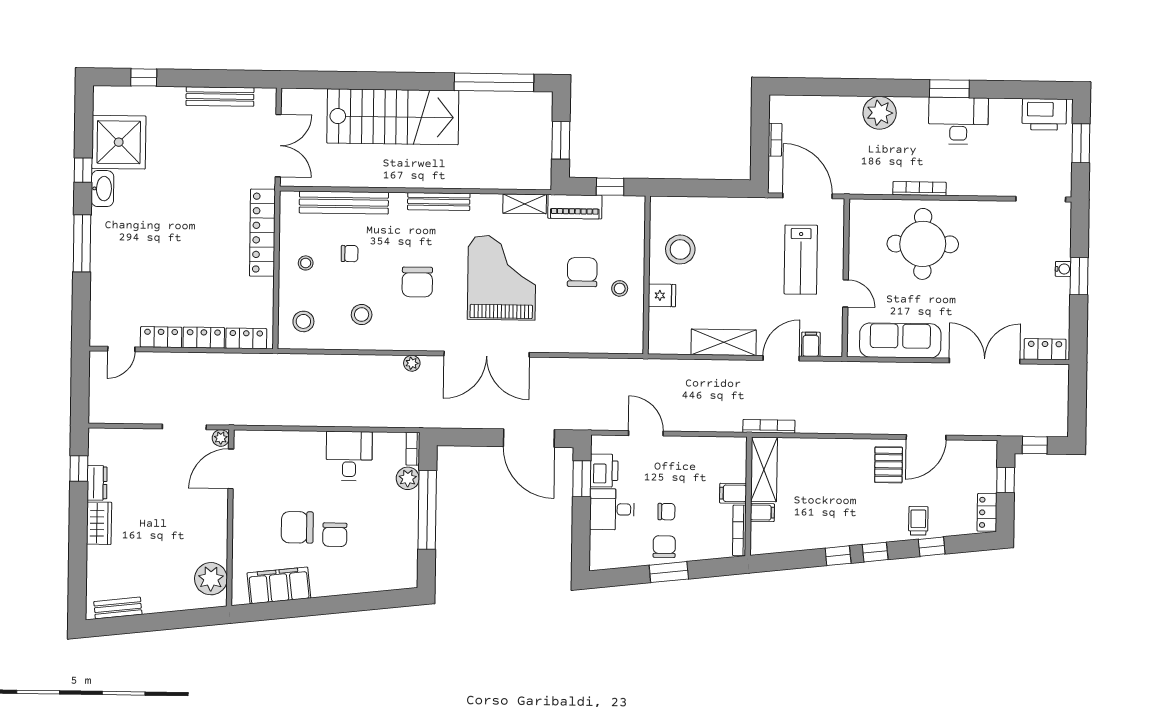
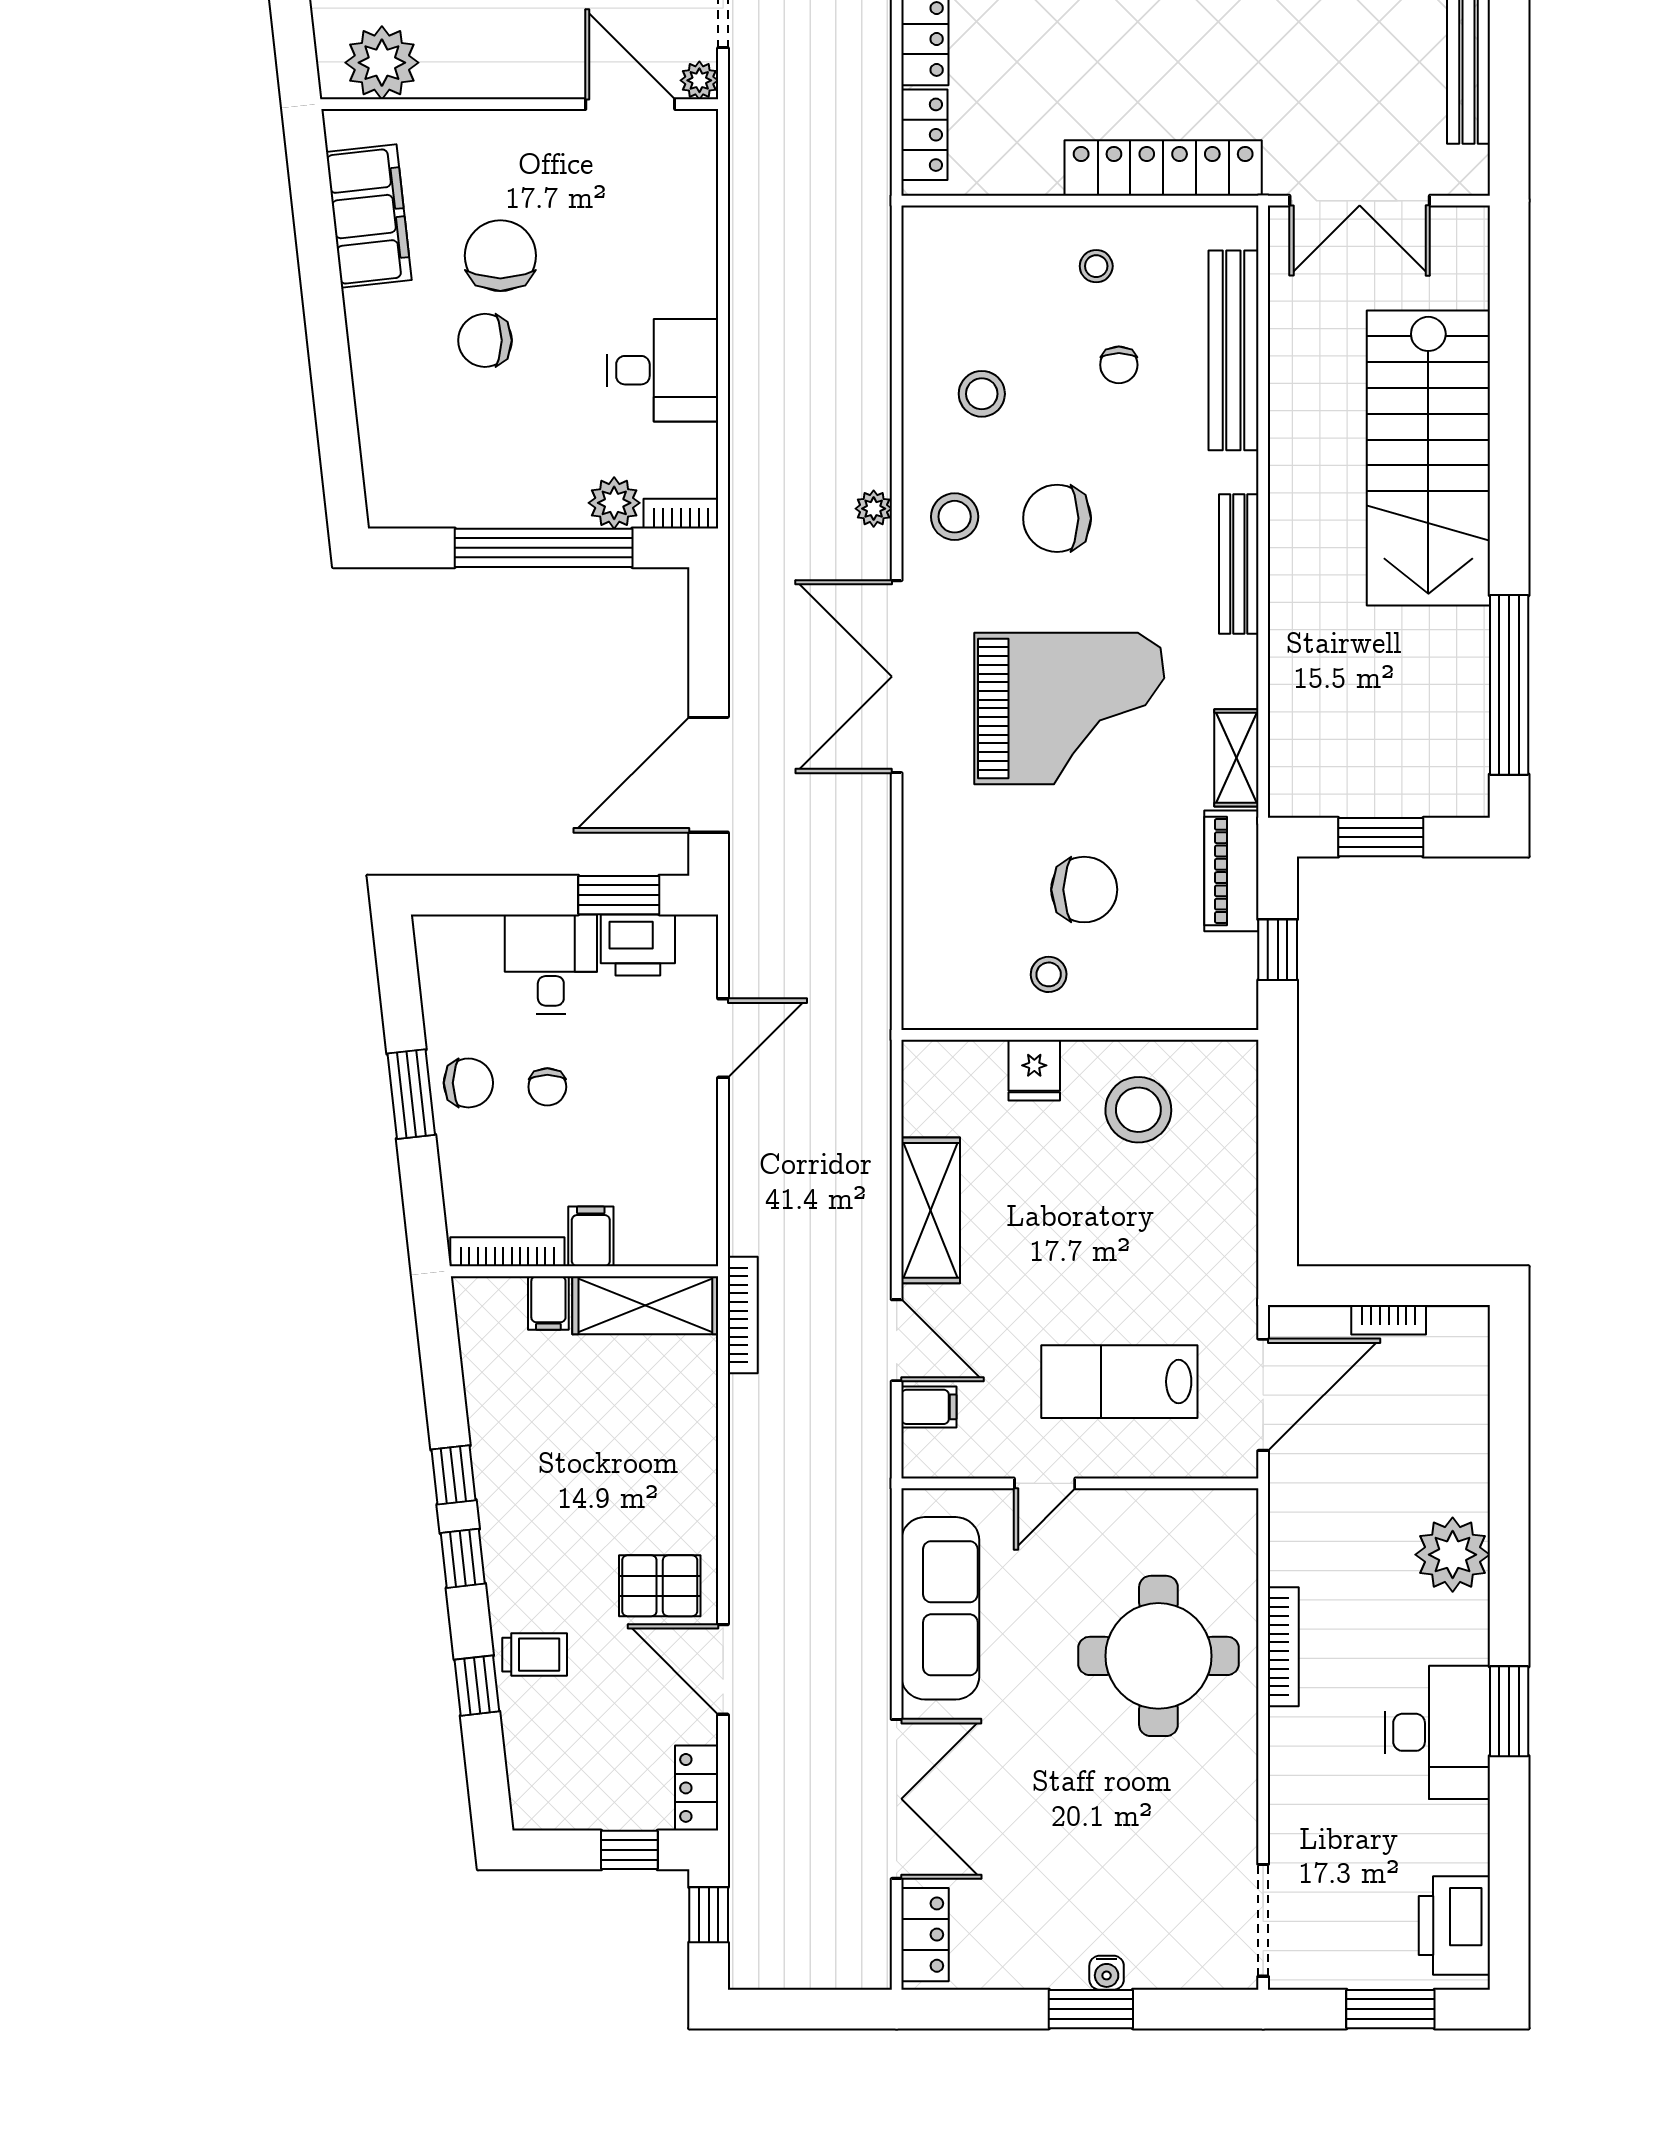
stool: (303, 321) -> (955, 517), moved
locker: (987, 512) -> (697, 1788), moved, turned -90

